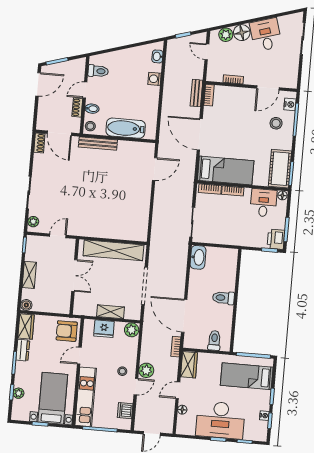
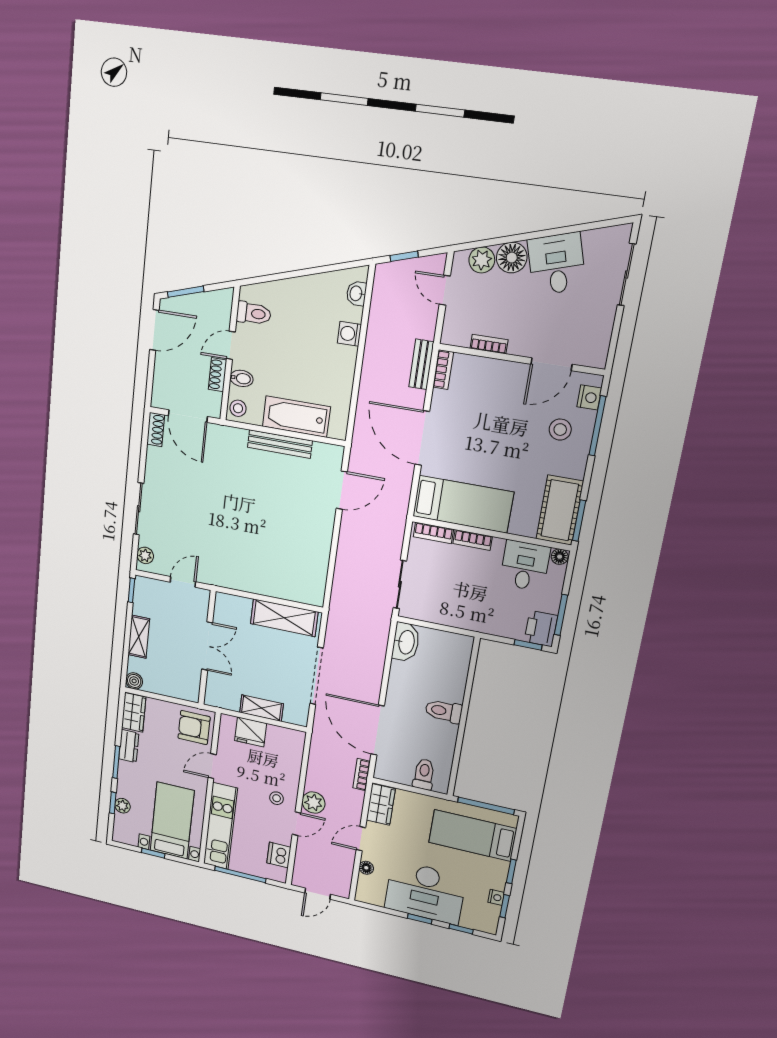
bench: (98, 143) -> (280, 444), moved
shelving: (113, 250) -> (284, 618), width x0.68
plant: (132, 330) -> (293, 740), removed

